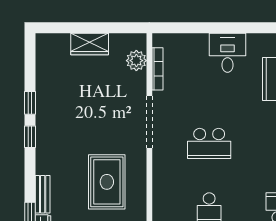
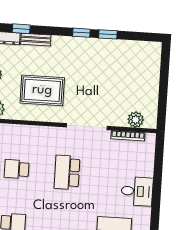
wardrobe: (90, 44) -> (151, 84), removed

